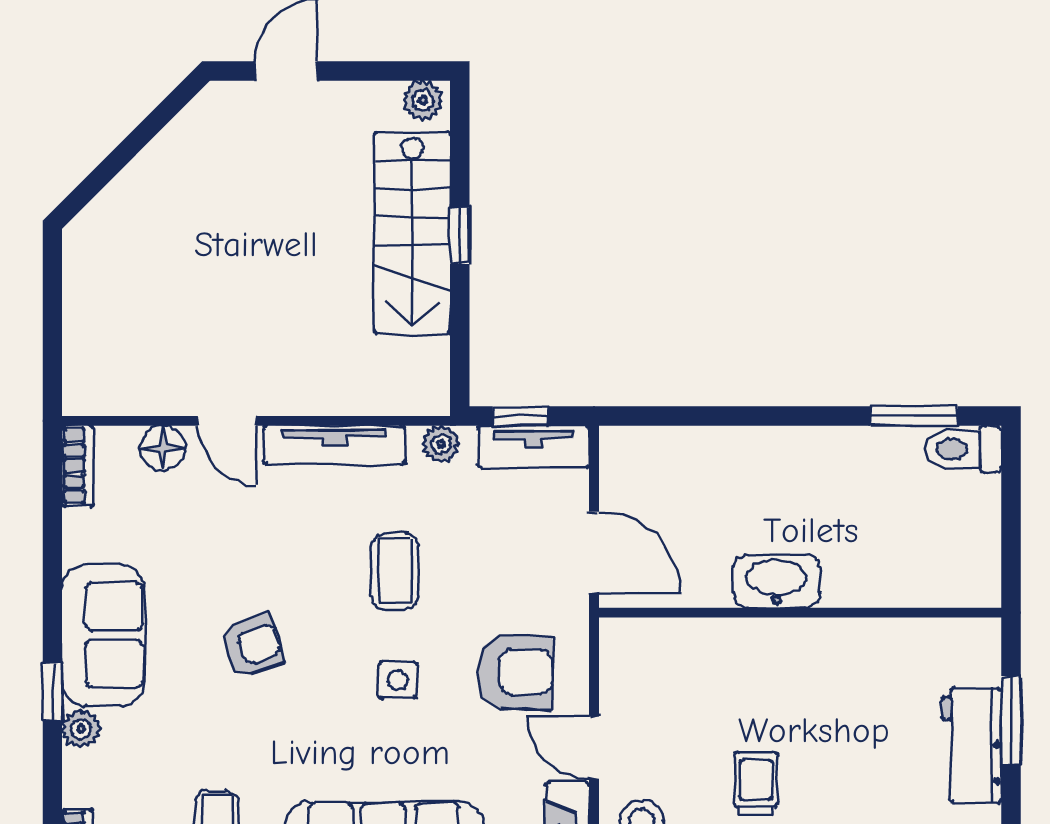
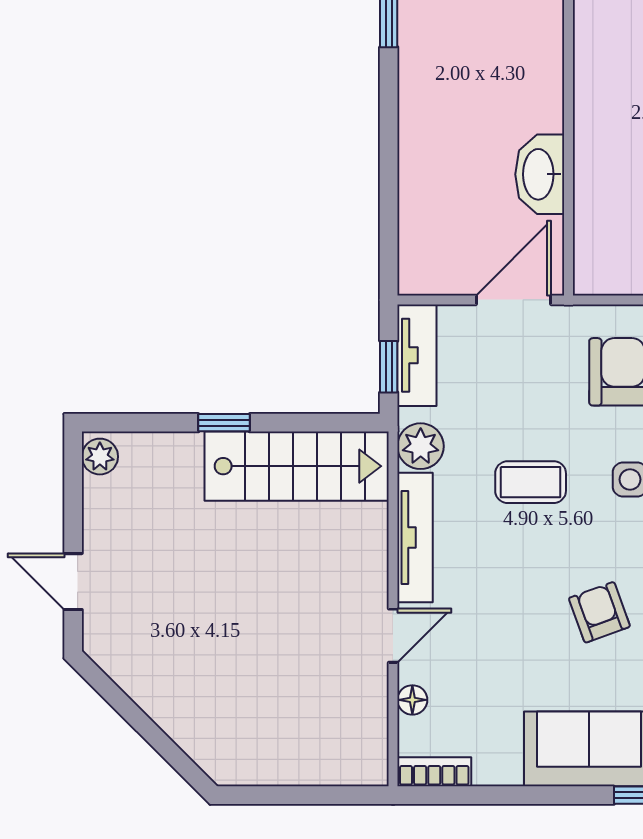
stairs: (412, 233) -> (297, 466), moved
plant: (441, 444) -> (421, 446), width x1.38, depth x1.38
floor lamp: (163, 448) -> (412, 700), width x0.73, depth x0.73
washbasin: (777, 581) -> (540, 174), moved

